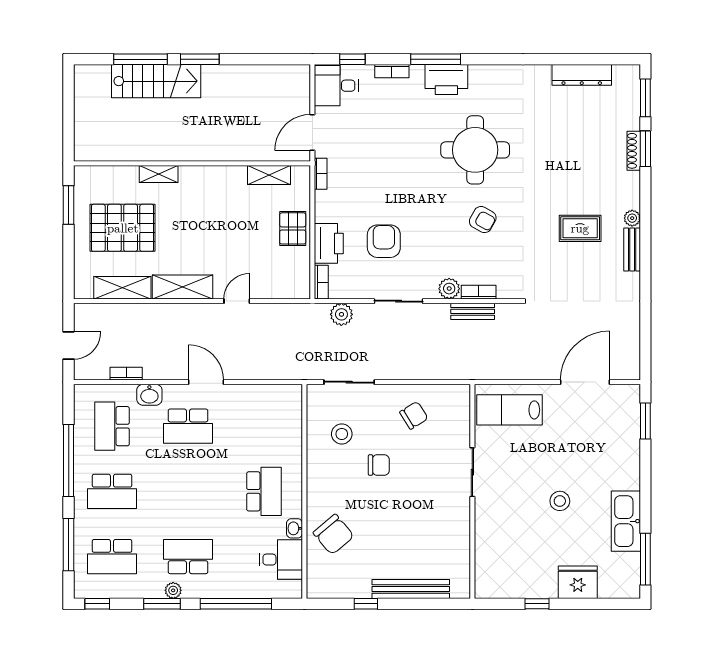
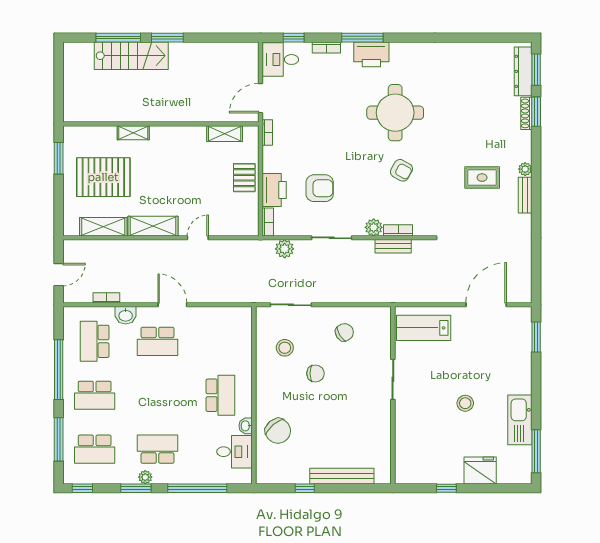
dresser: (582, 75) -> (523, 71), moved, turned 90
armchair: (384, 241) -> (320, 188), turned 90

